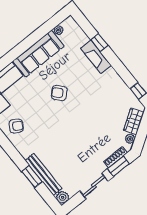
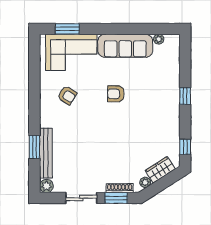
window: (99, 43) -> (185, 96), moved
fireplace: (96, 57) -> (172, 88), removed
armchair: (59, 93) -> (116, 94), turned -47
armchair: (16, 126) -> (67, 95), moved

